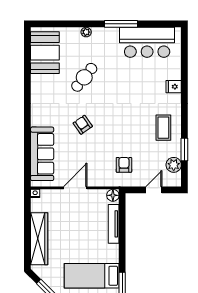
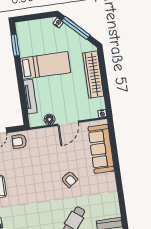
armchair: (124, 165) -> (19, 142), moved, turned 90
floor lamp: (113, 195) -> (50, 119), moved
bed: (92, 276) -> (45, 65), moved

